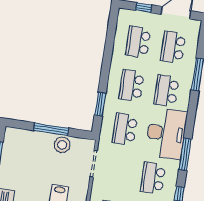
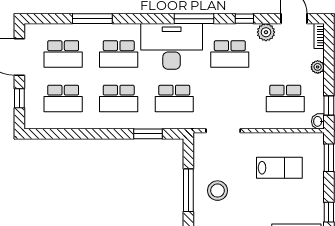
stool: (62, 145) -> (218, 191), moved

